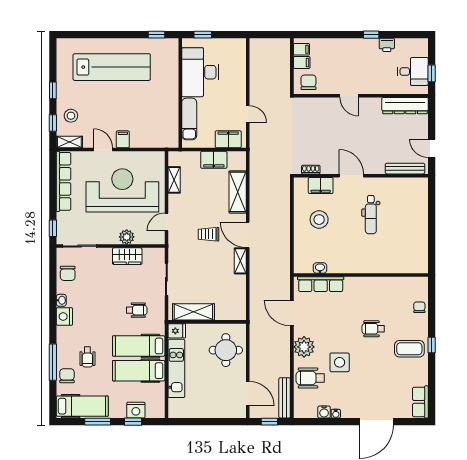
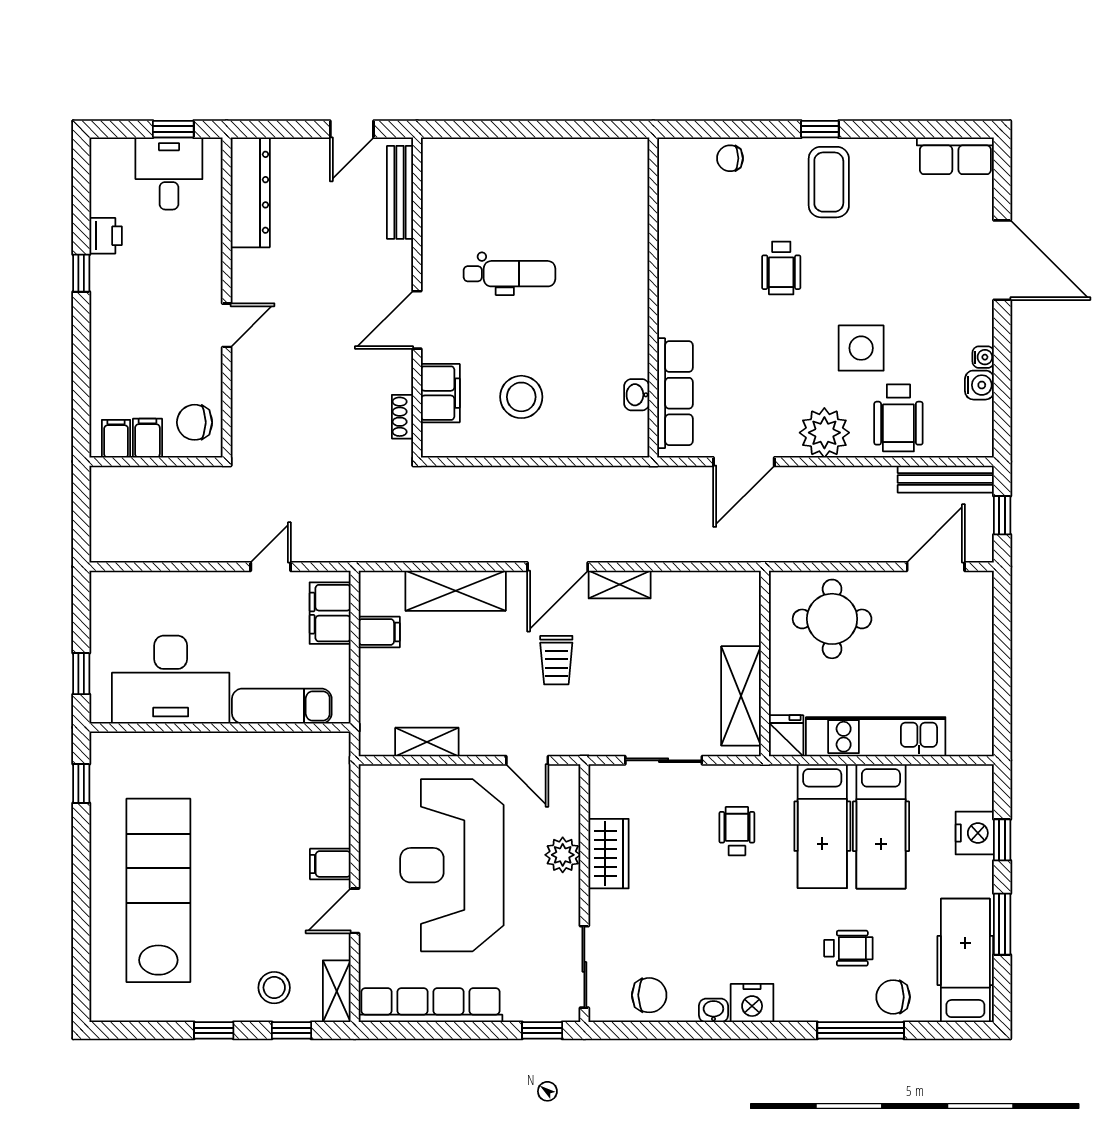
filing cabinet: (214, 160) -> (379, 632), width x0.50

